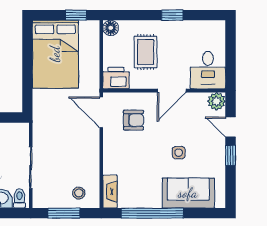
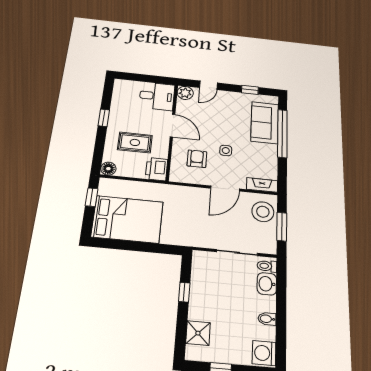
door: (101, 112) -> (225, 189), moved
side table: (179, 153) -> (226, 151), moved
window: (230, 155) -> (250, 90), moved
stool: (79, 193) -> (263, 212), width x1.89, depth x1.89
window: (152, 213) -> (282, 133), moved

